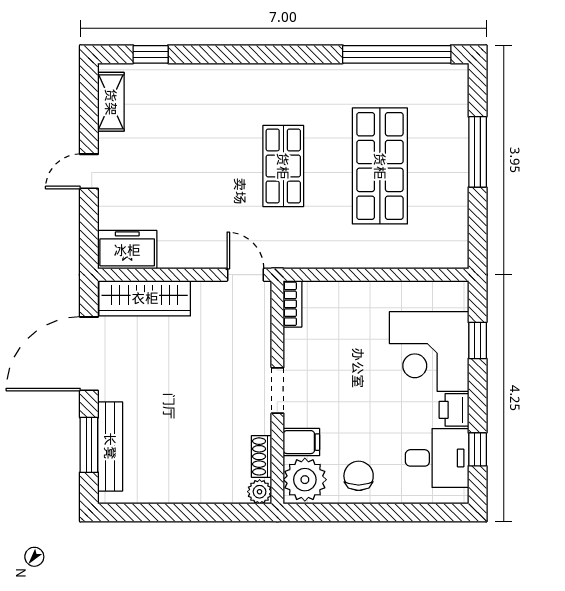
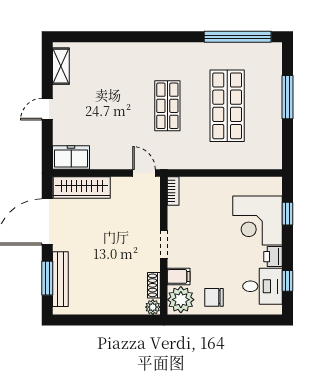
window: (151, 54) -> (85, 37), removed
chair: (359, 476) -> (214, 297), turned -90

